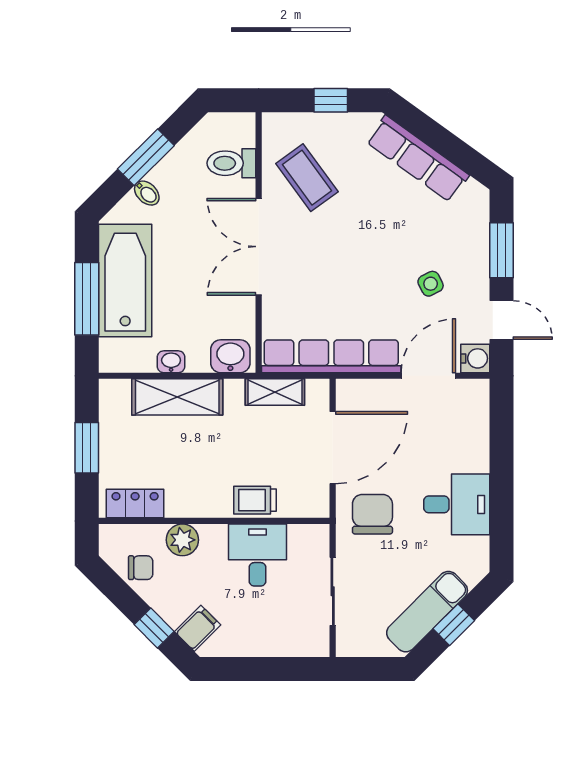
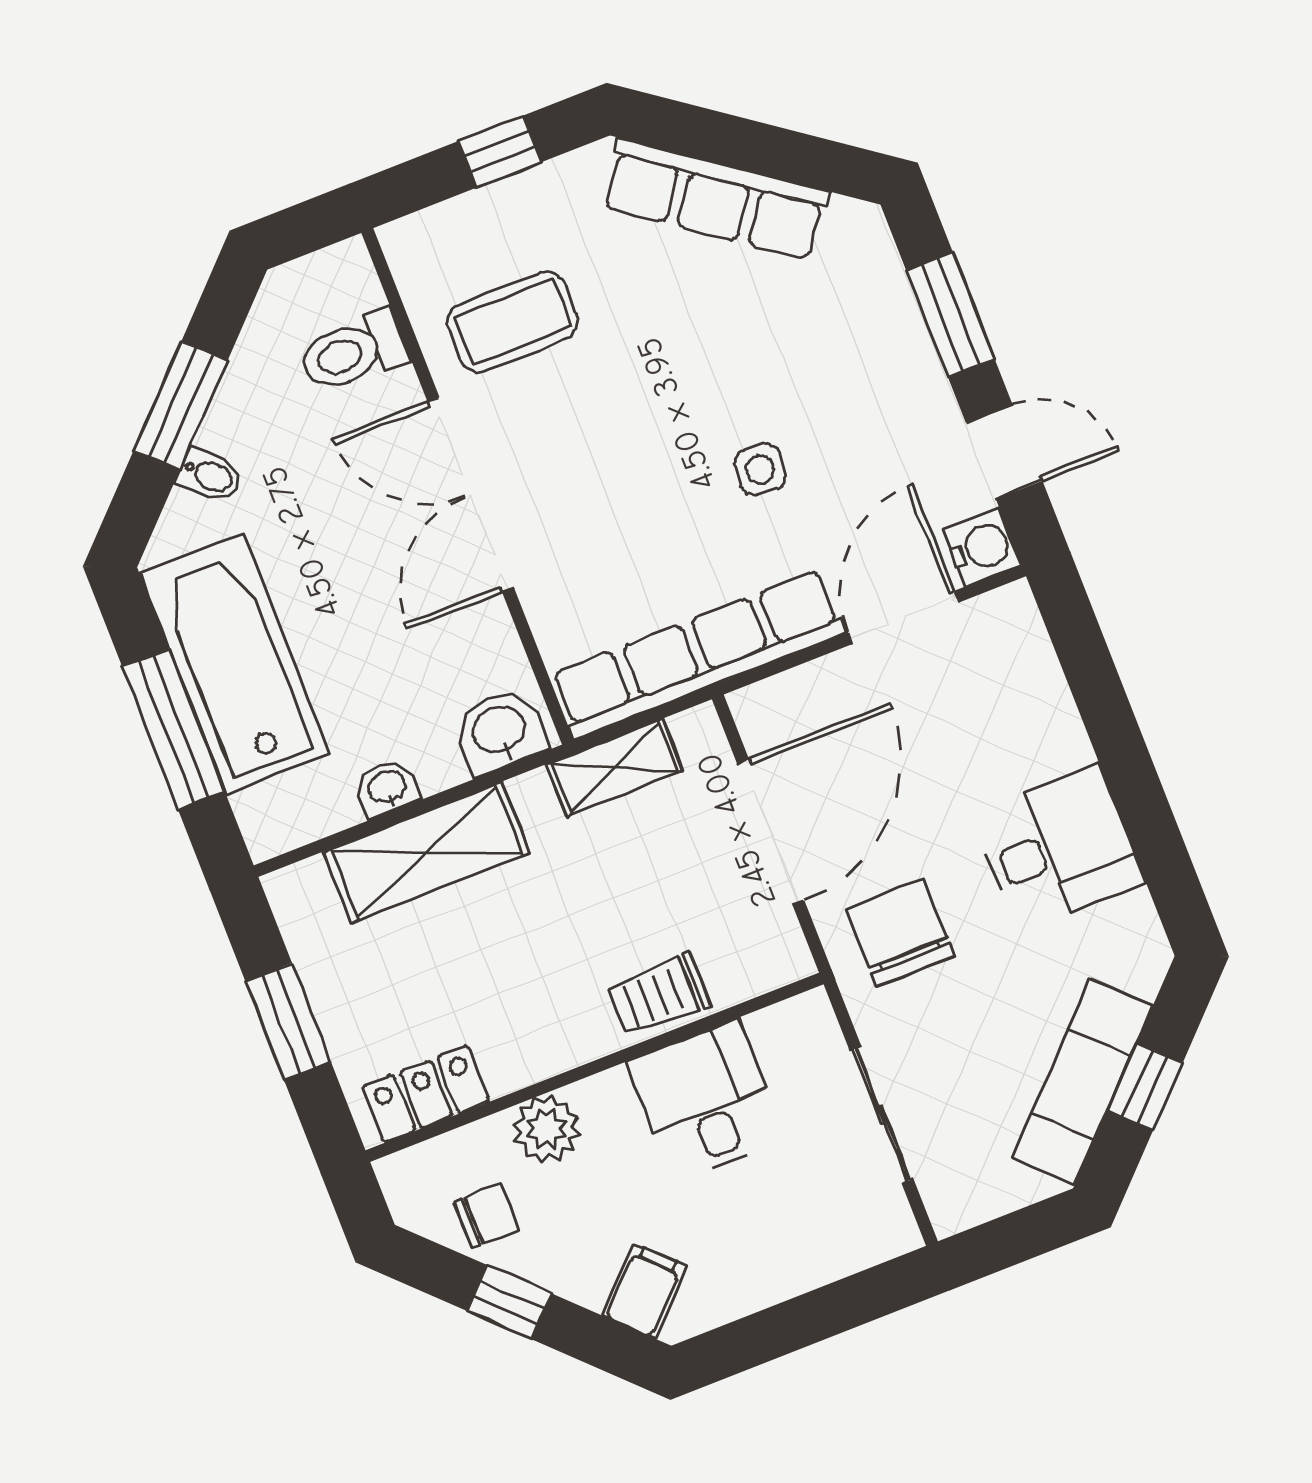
coffee table: (307, 178) -> (513, 322), turned -54
side table: (431, 284) -> (760, 469), moved, turned 33
window: (154, 628) -> (509, 1302), moved

